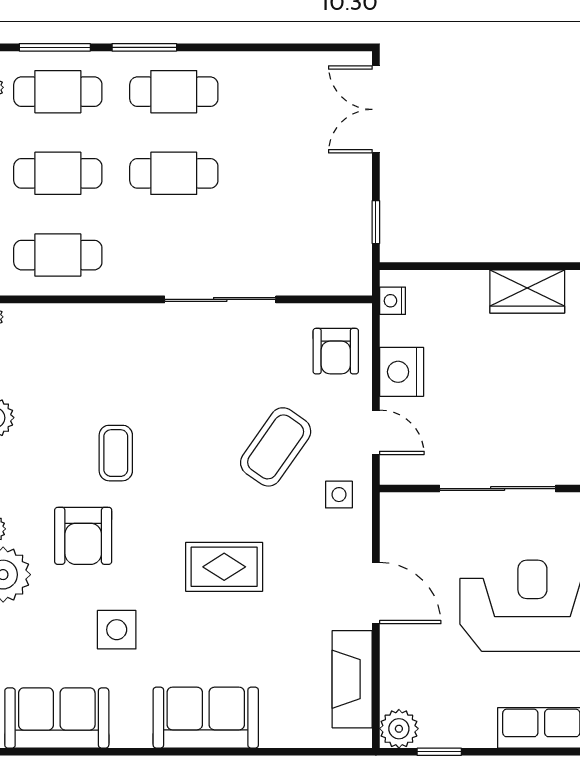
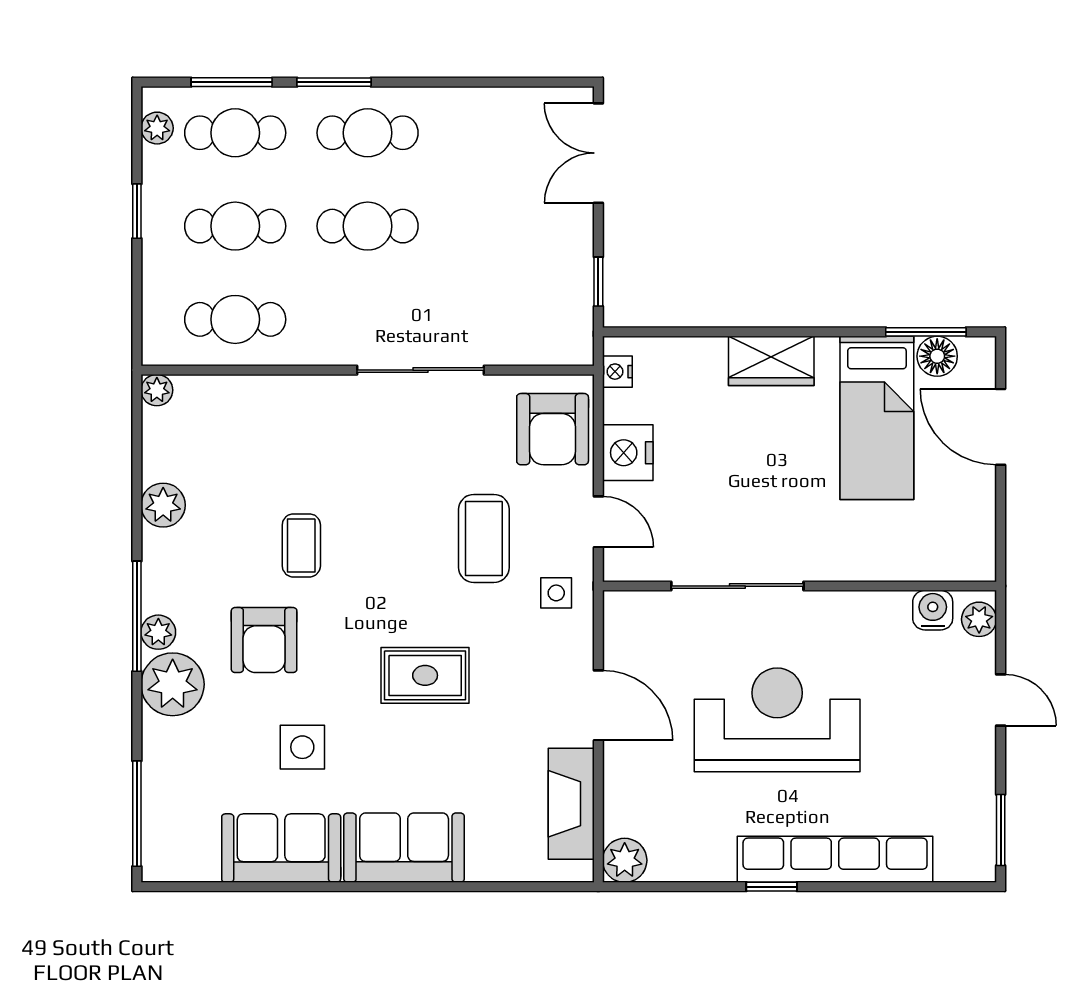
armchair: (336, 351) -> (553, 429), width x1.38, depth x1.38
coffee table: (276, 447) -> (484, 538), turned -35
sofa: (57, 718) -> (281, 848), moved
window: (439, 752) -> (772, 887), moved

